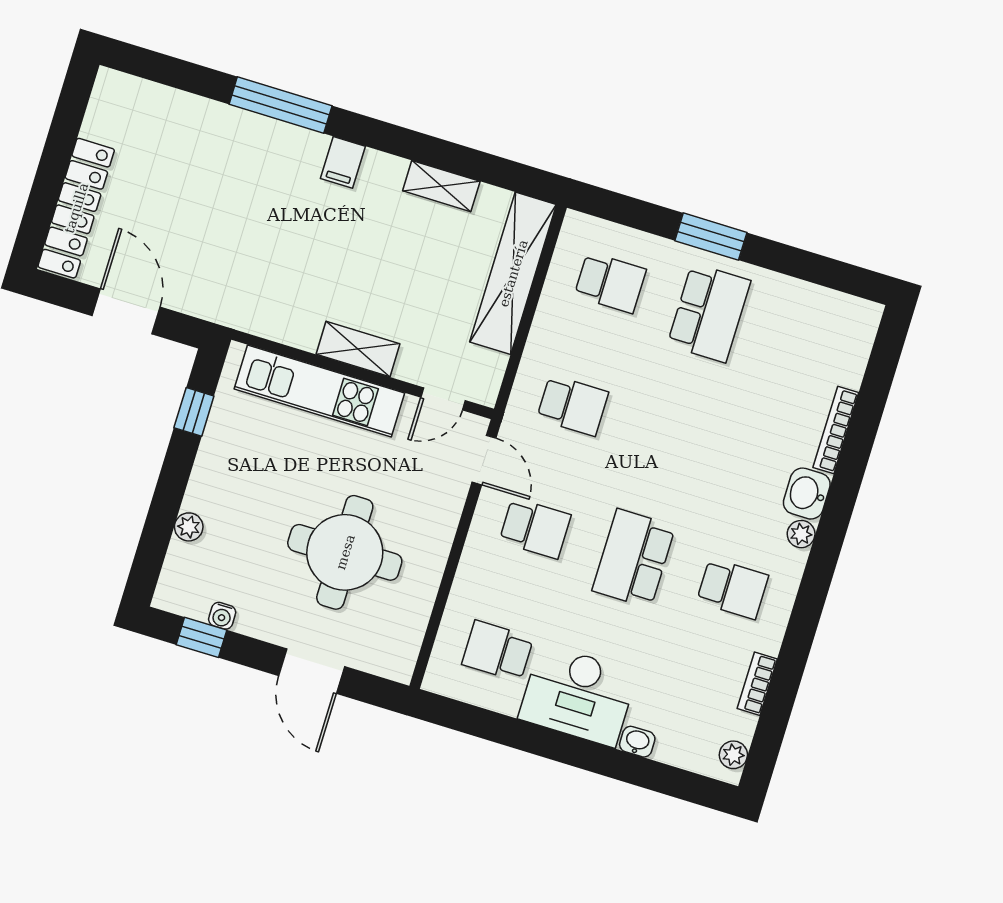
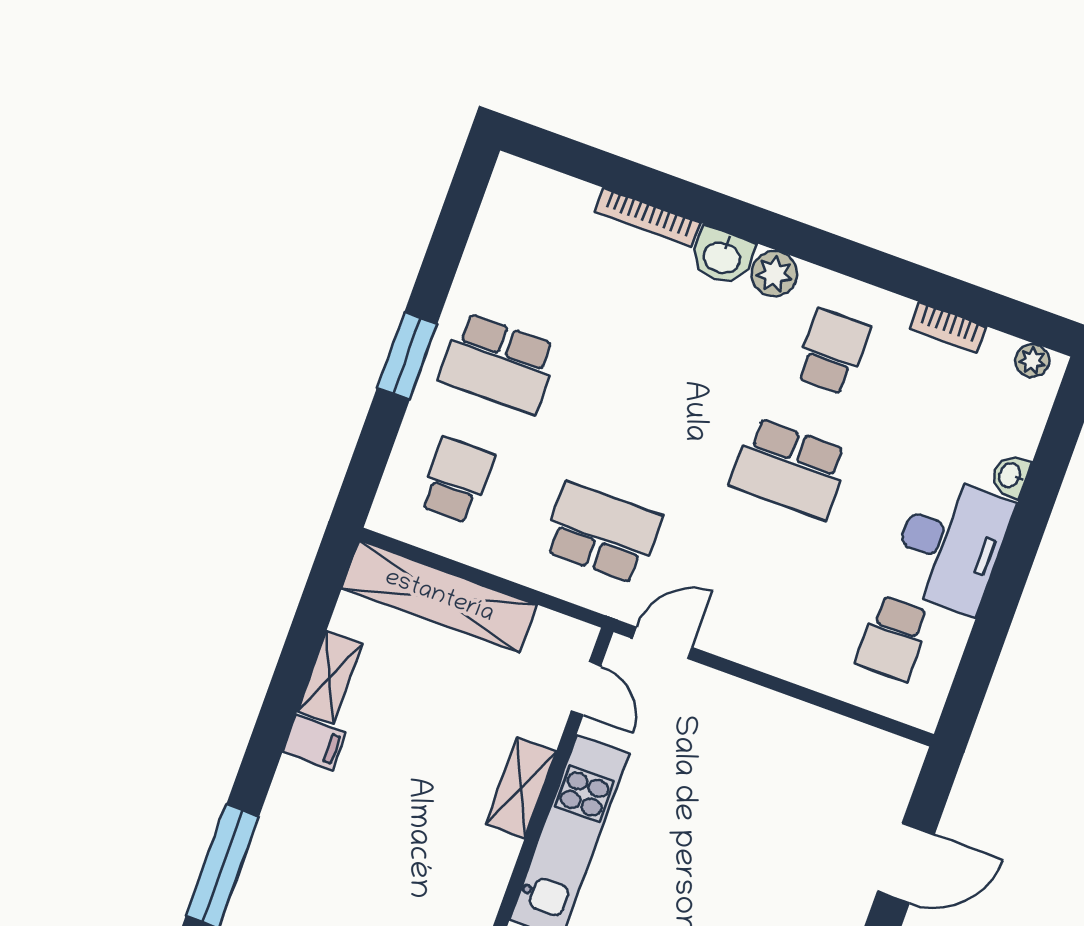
filing cabinet: (343, 162) -> (314, 743), moved
school desk: (709, 313) -> (499, 363), turned 180
school desk: (573, 405) -> (602, 533), width x1.85
school desk: (535, 528) -> (747, 586), removed
plant: (801, 534) -> (774, 274), width x1.38, depth x1.38
round table: (345, 552) -> (765, 816), removed

